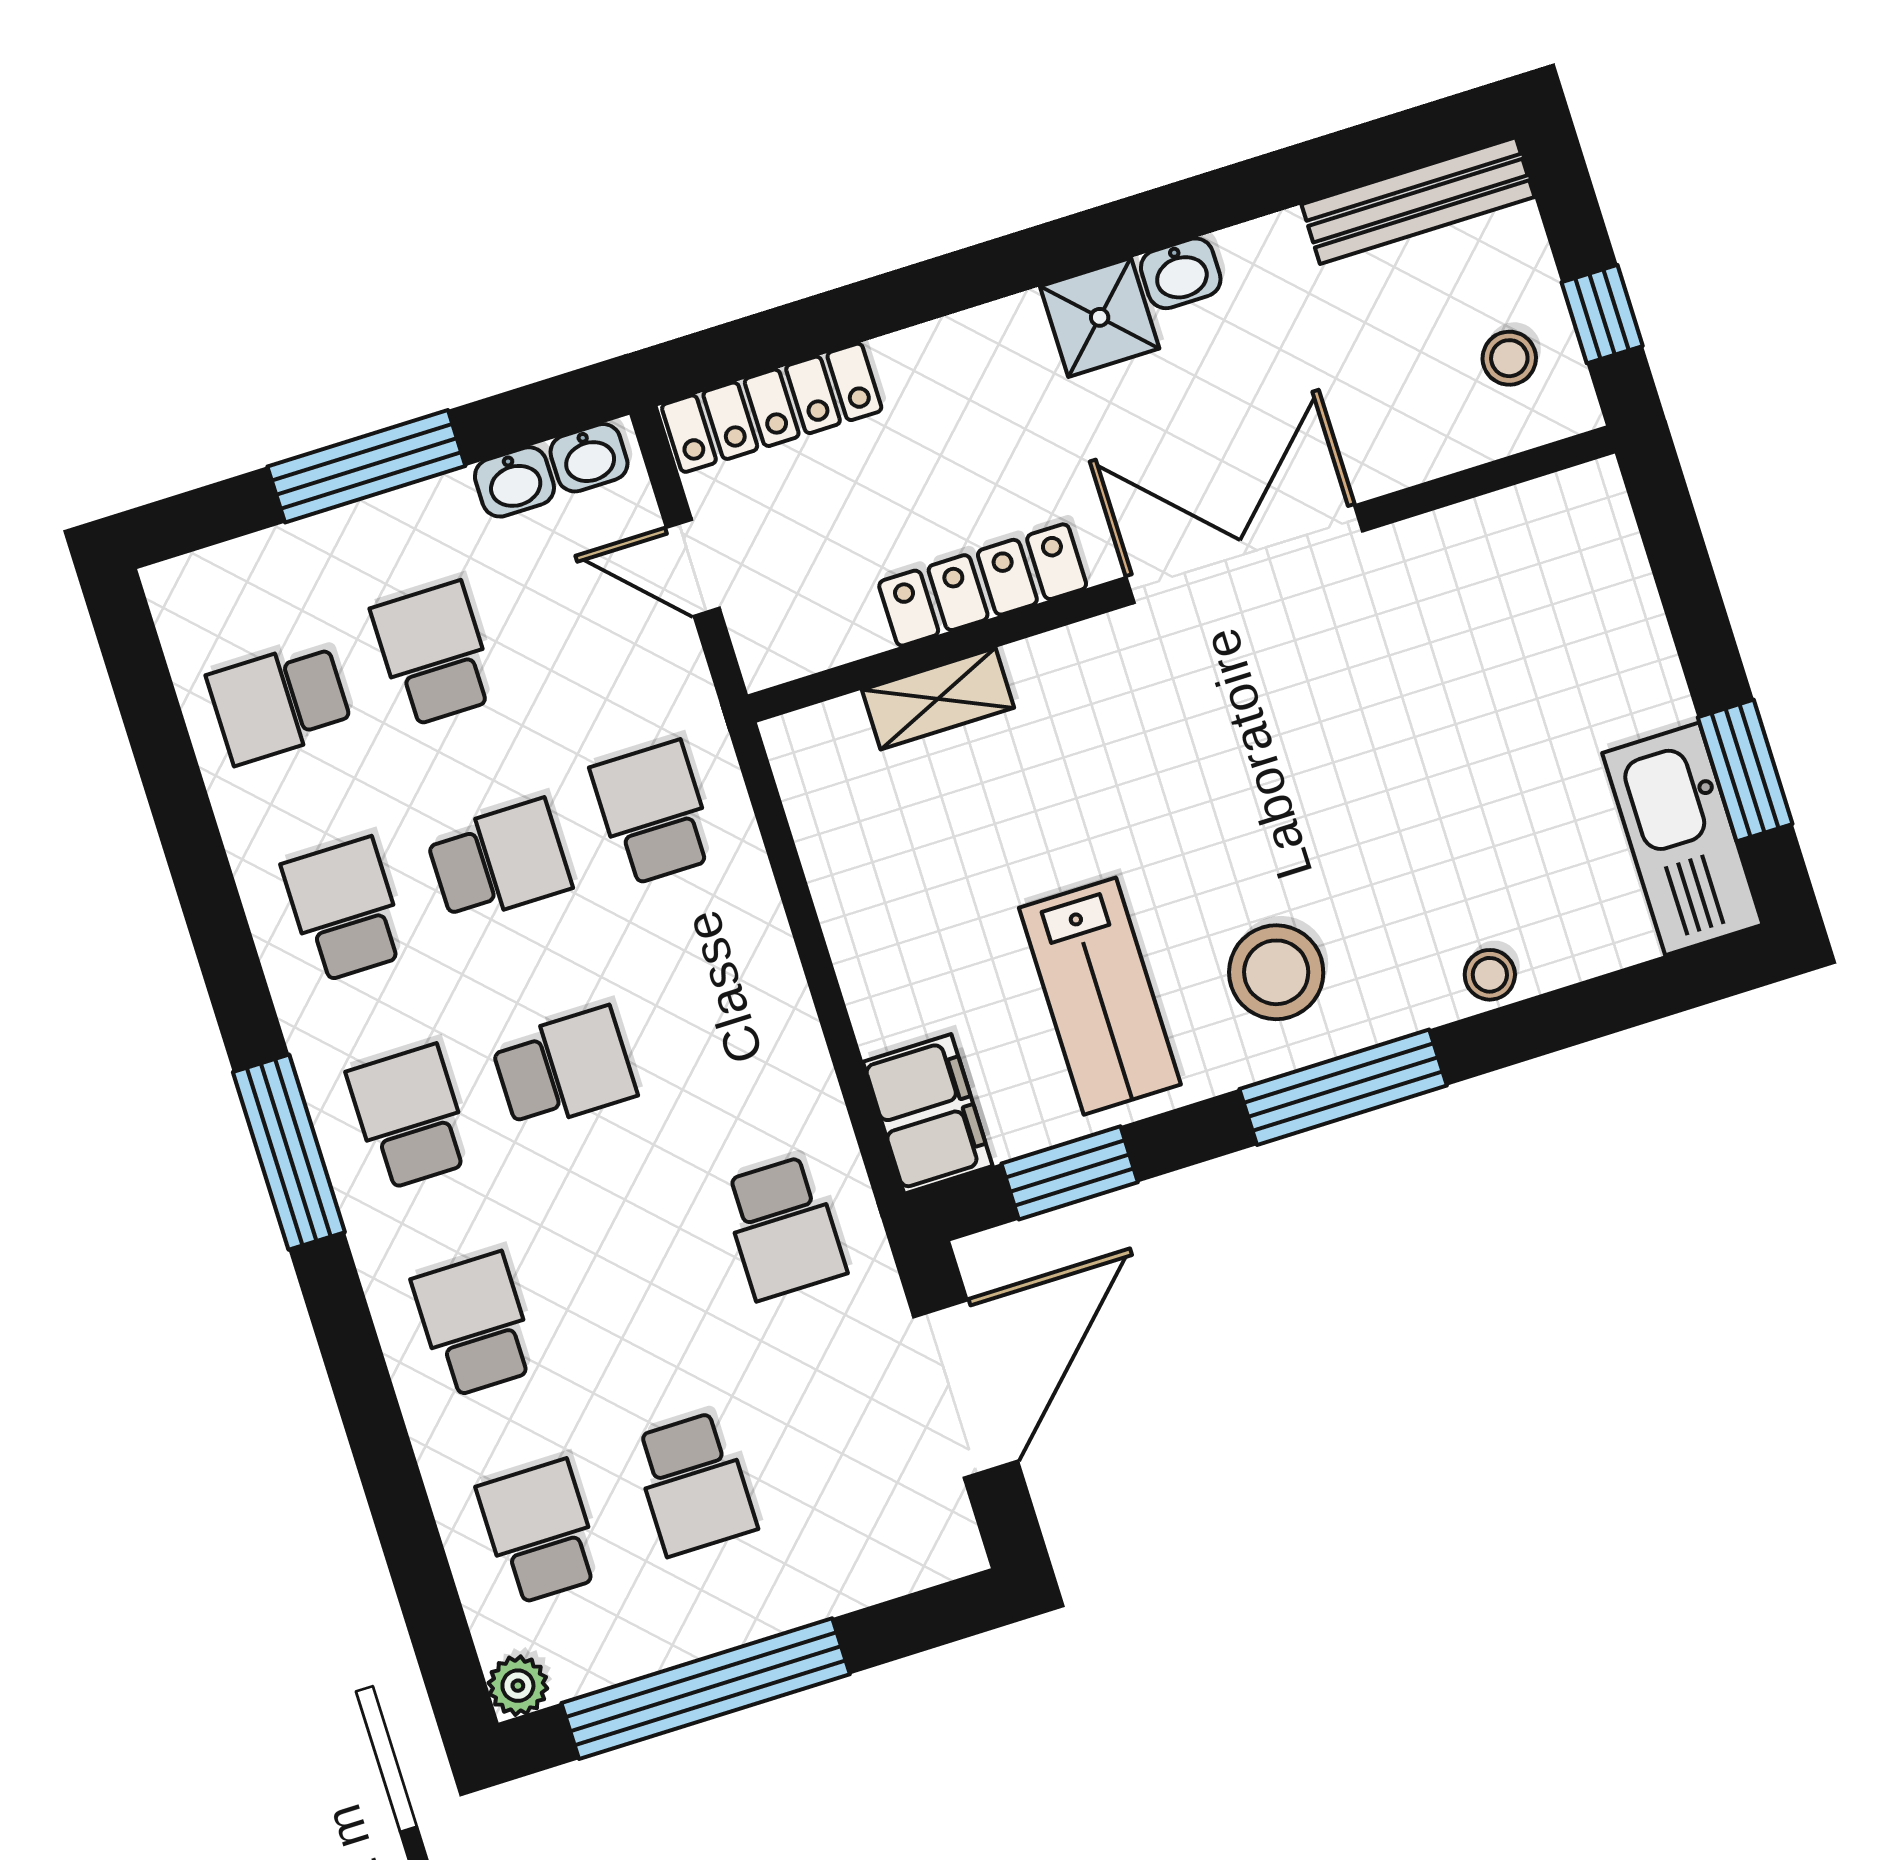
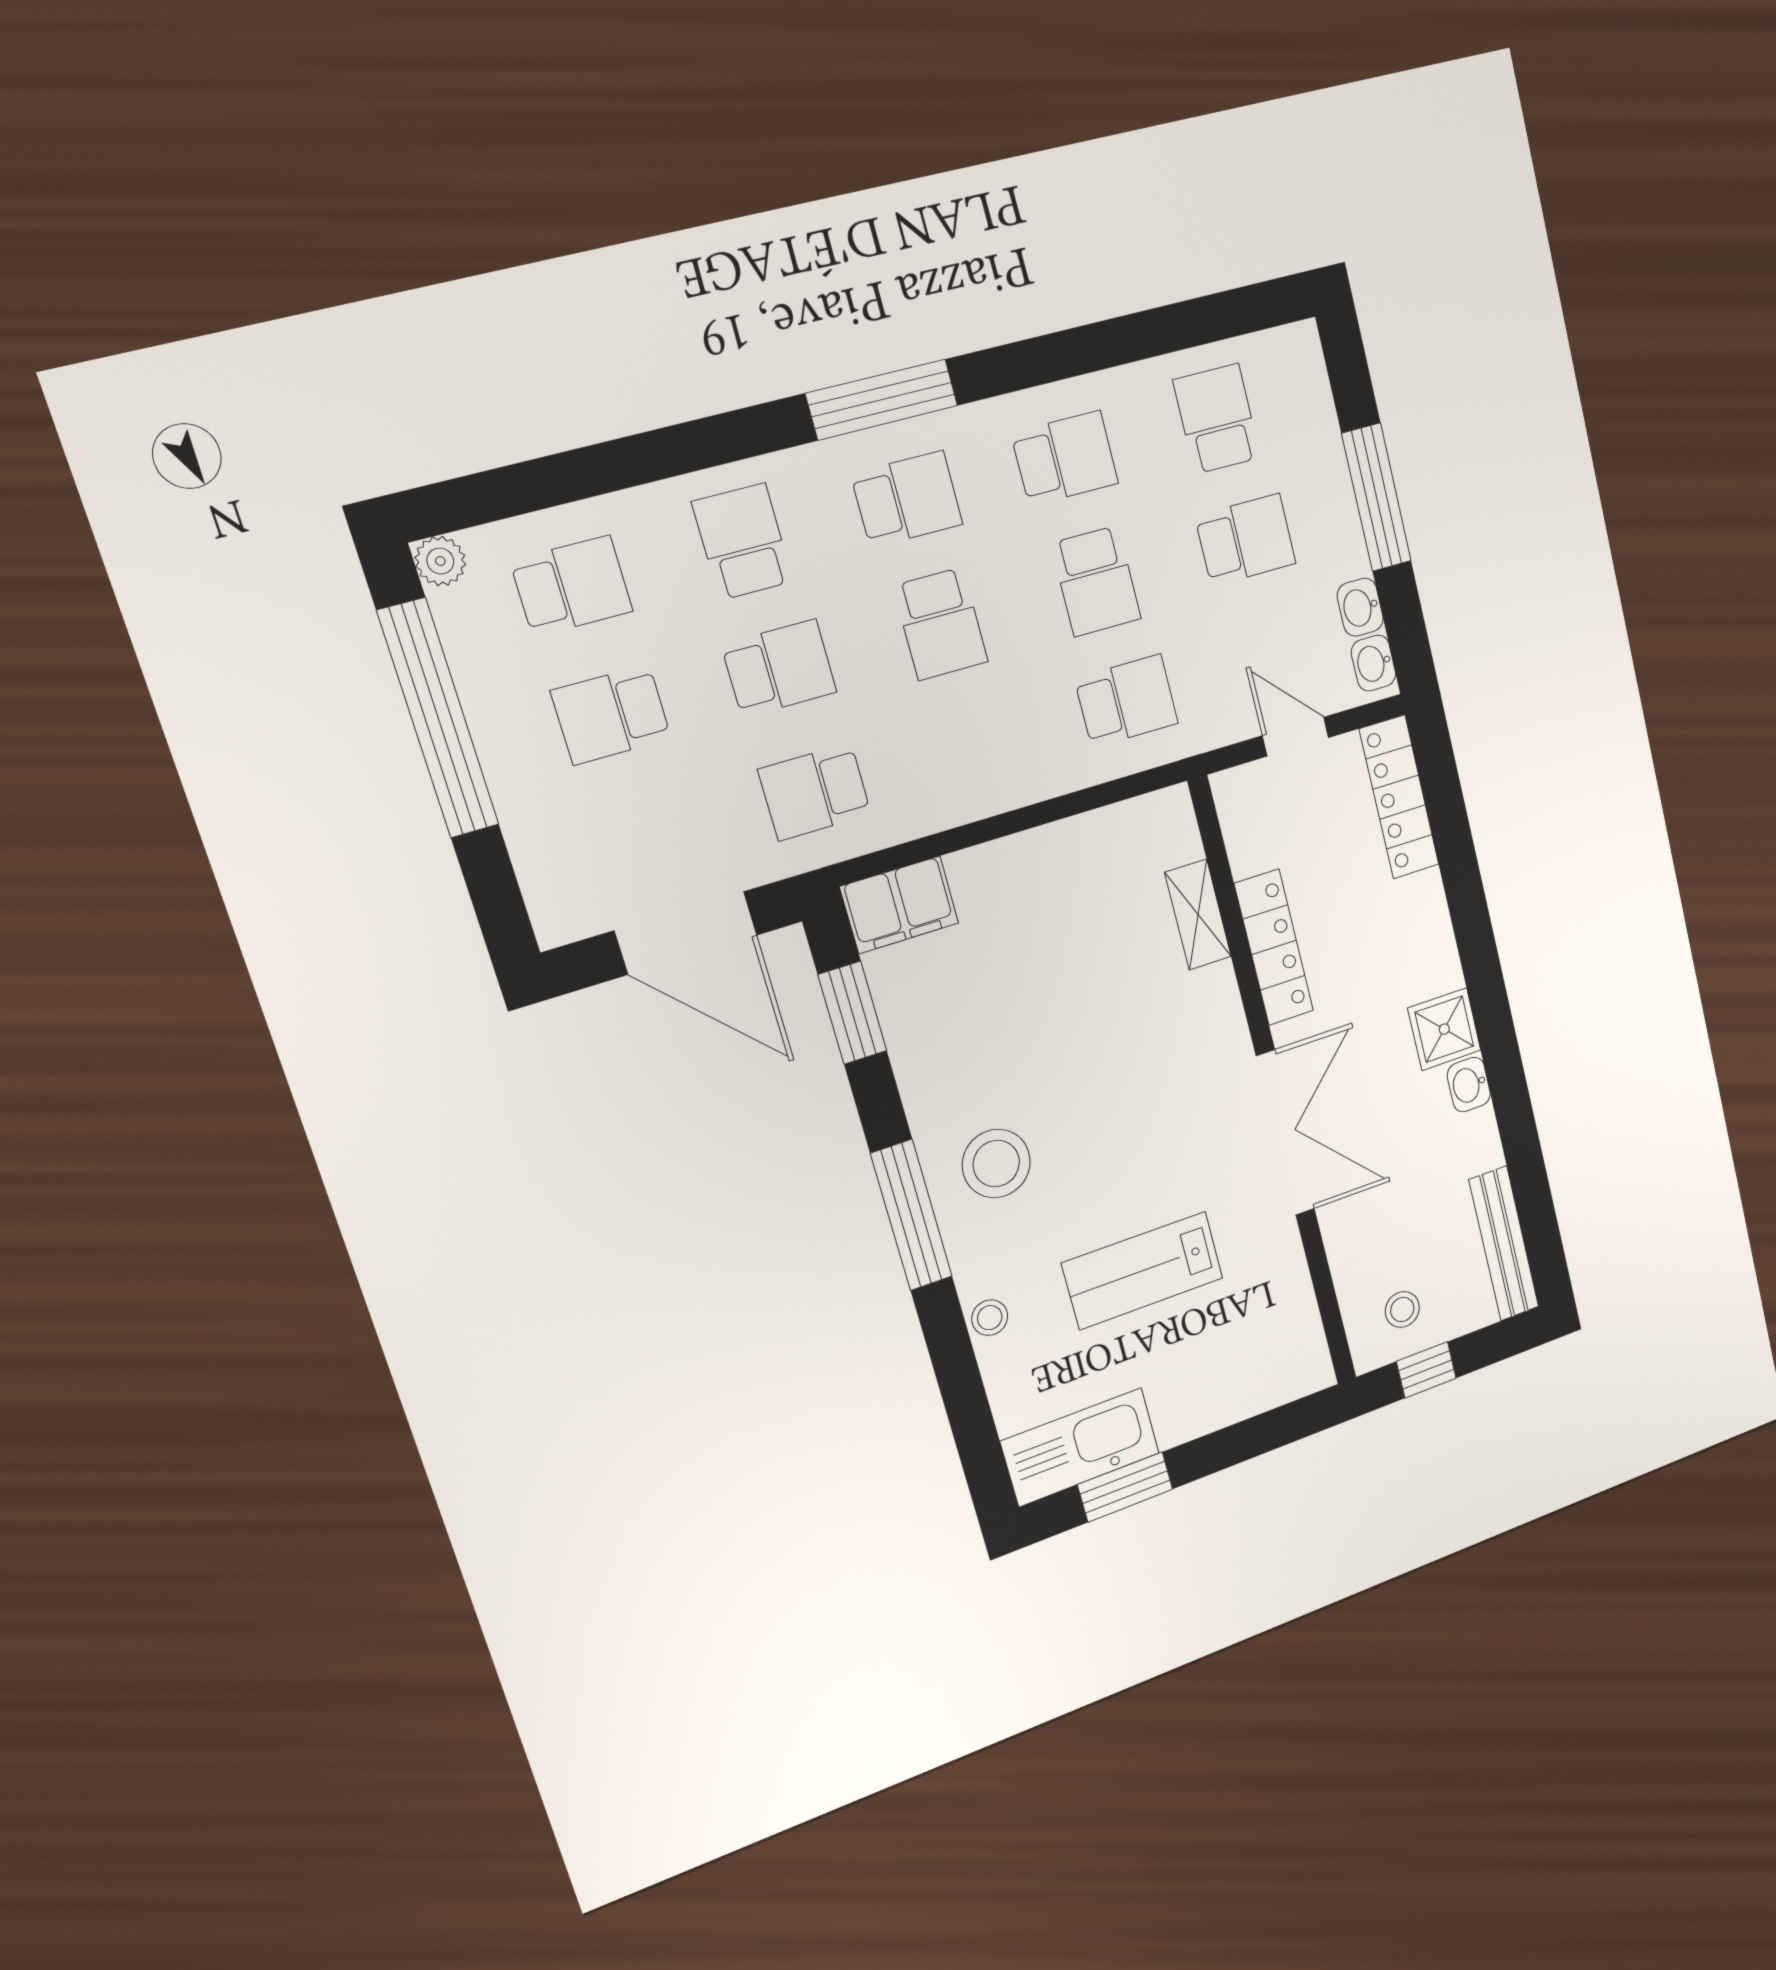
door: (693, 568) -> (1296, 737), hinge flipped
lab bench: (1100, 996) -> (1143, 1271), moved
school desk: (629, 1276) -> (779, 668), added
school desk: (475, 1325) -> (743, 542), turned -90

